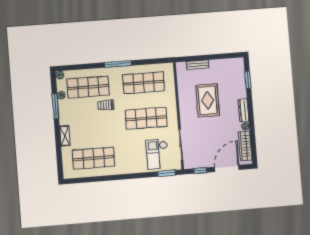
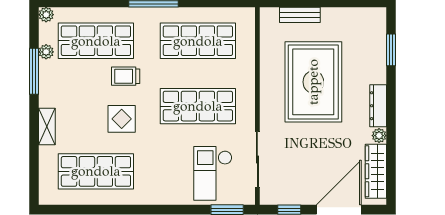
rug: (208, 100) -> (313, 82), width x1.37, depth x1.44
display table: (105, 128) -> (122, 119), added

